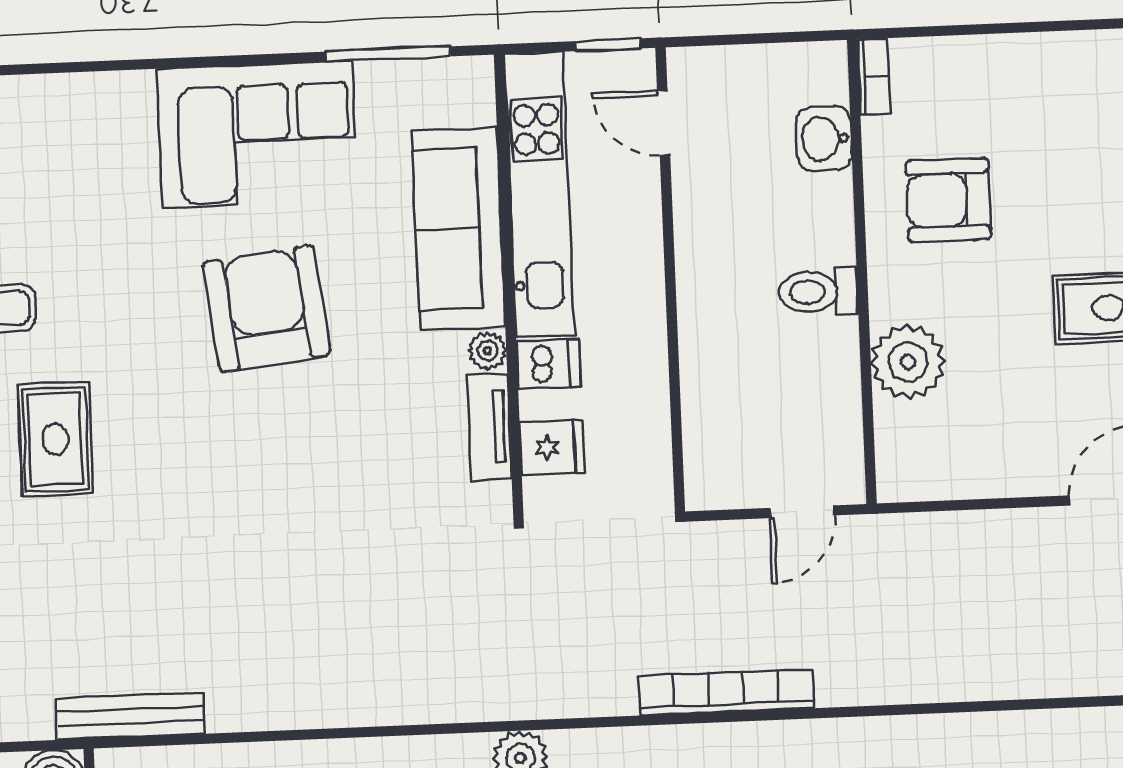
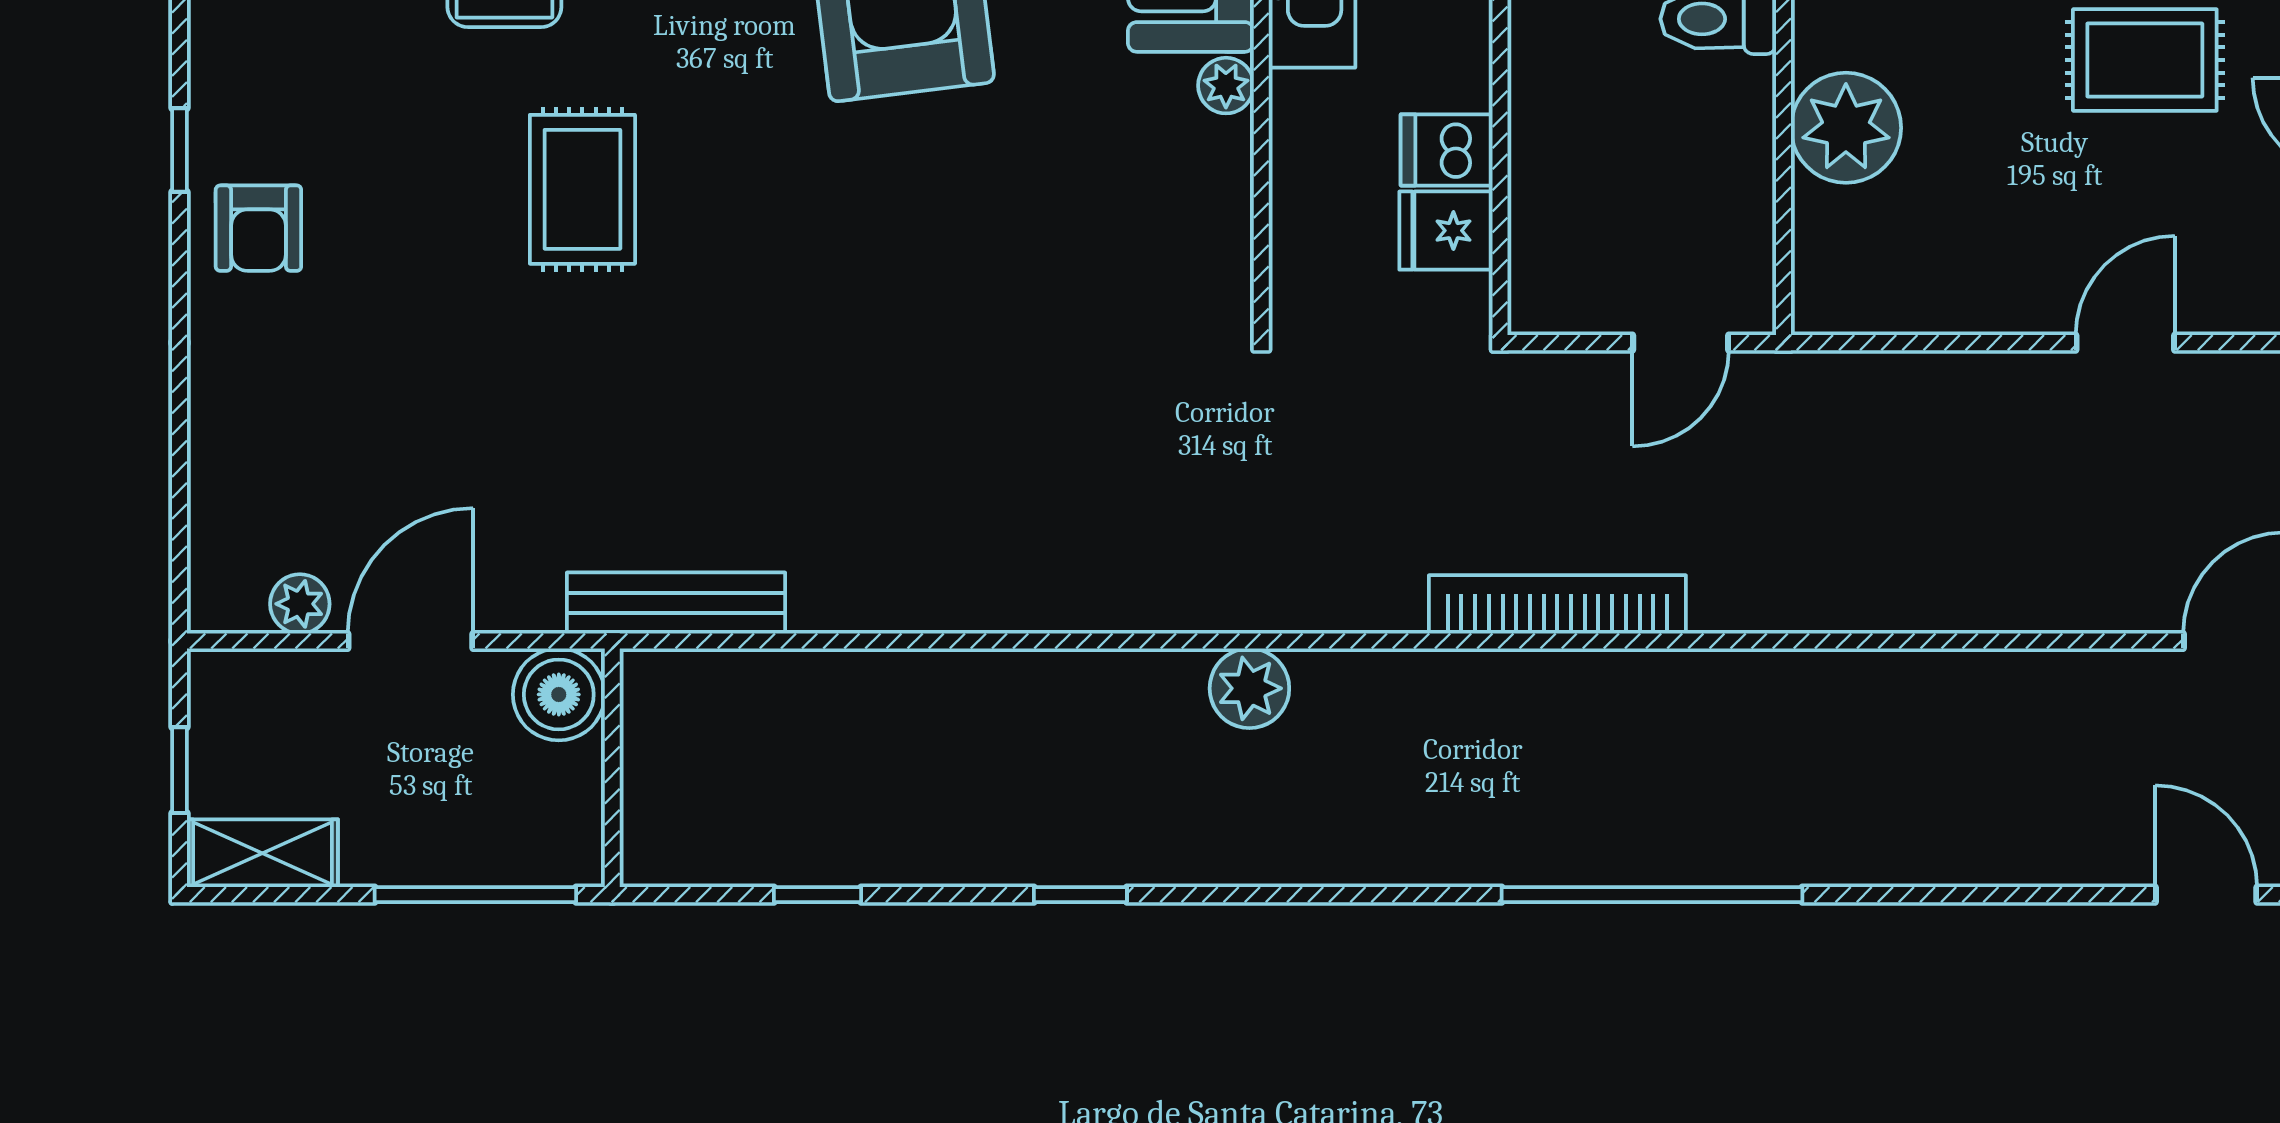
dishwasher: (548, 364) -> (1447, 150), moved, turned 180
tv unit: (489, 426) -> (1224, 197), removed
fridge: (552, 447) -> (1446, 231), moved, turned 180

